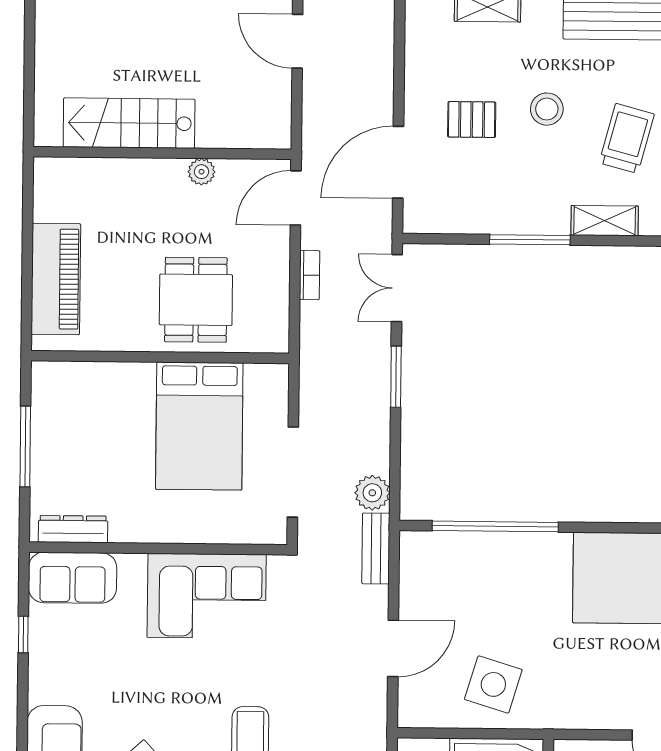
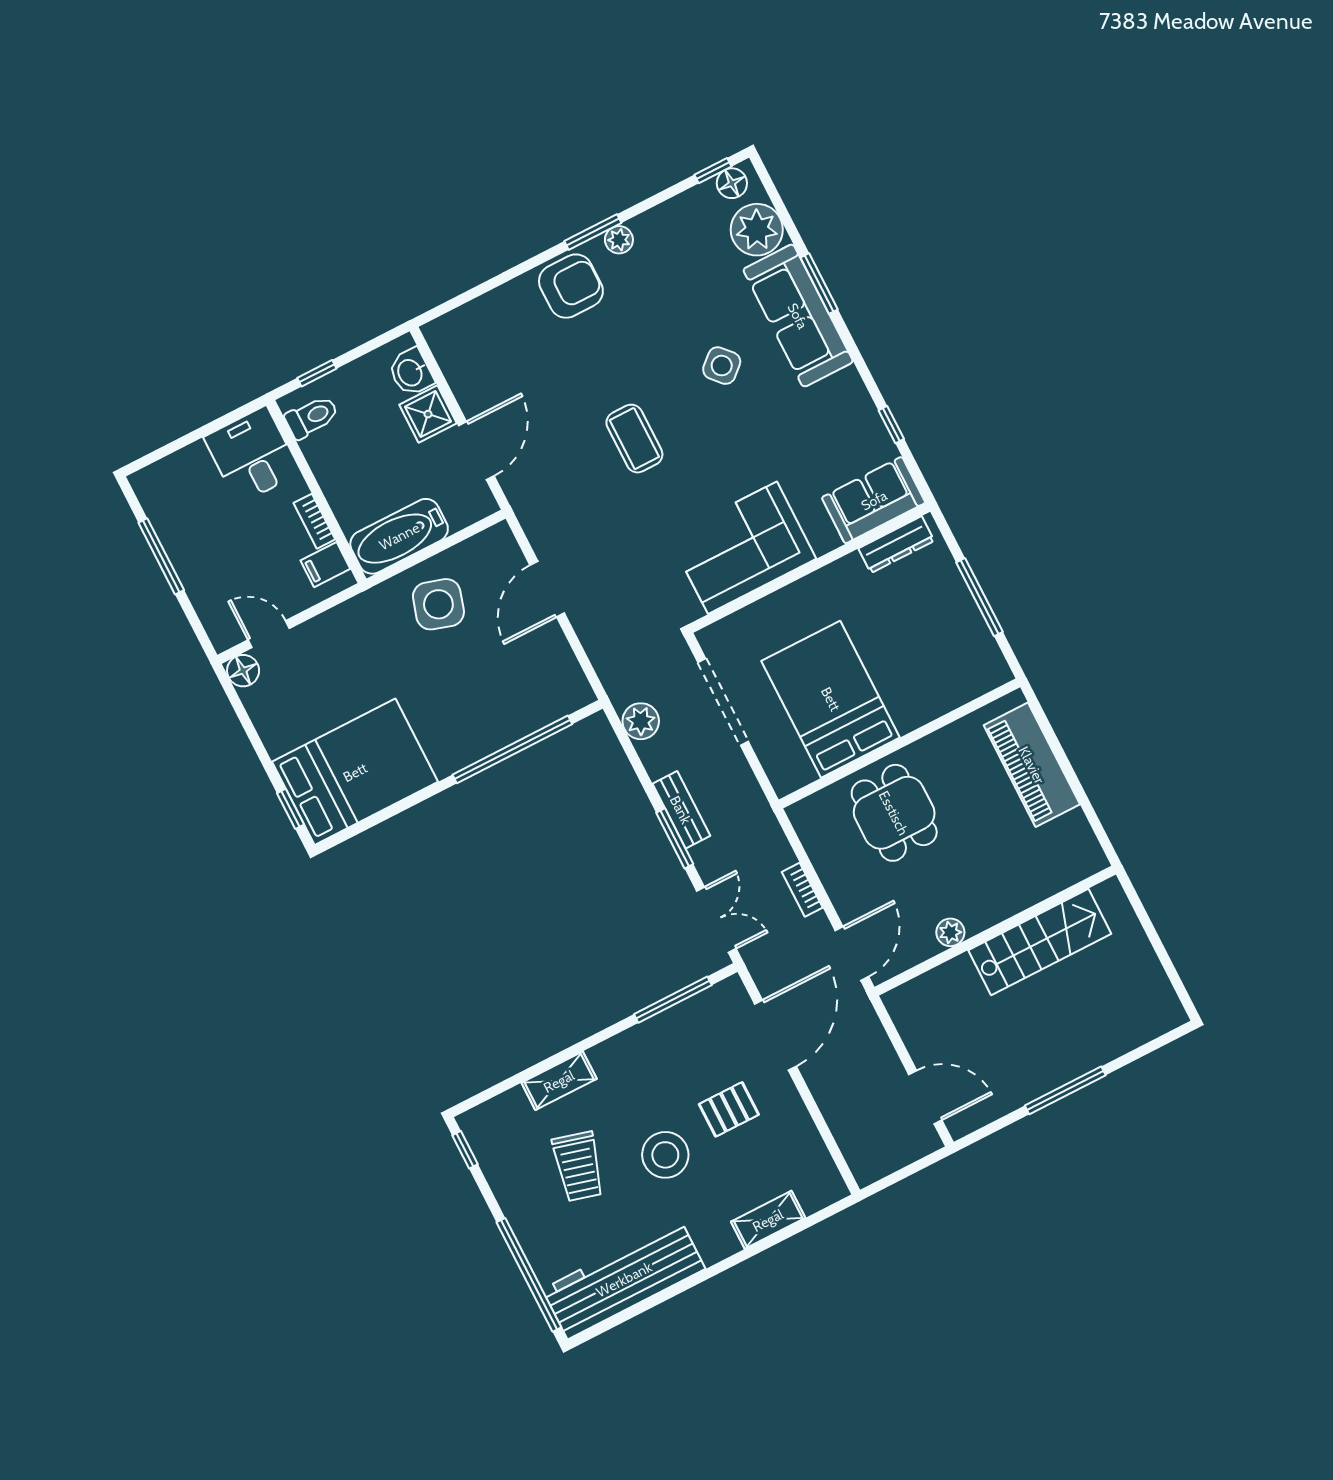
stool: (547, 109) -> (665, 1155), width x1.38, depth x1.38
window: (530, 240) -> (673, 1000), moved
bench: (376, 548) -> (681, 810), moved

